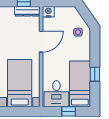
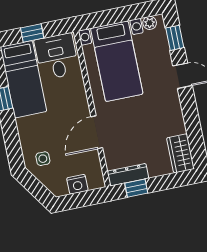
nightstand: (48, 12) -> (77, 184), moved

